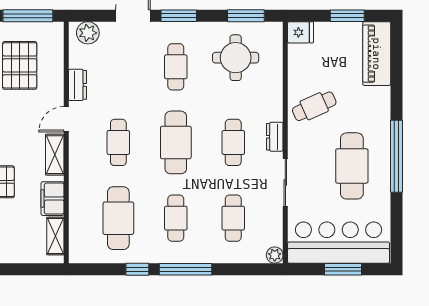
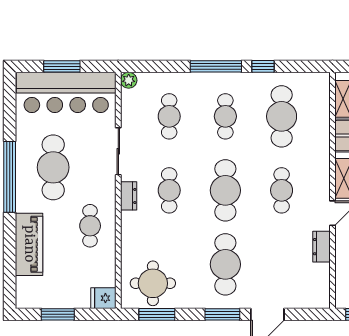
plant: (88, 33) -> (311, 298), removed
piano: (377, 54) -> (29, 244), moved
round table: (236, 58) -> (153, 283), moved
cafe table: (176, 67) -> (225, 264), width x1.37, depth x1.35
cafe table: (314, 106) -> (90, 226), turned -66

